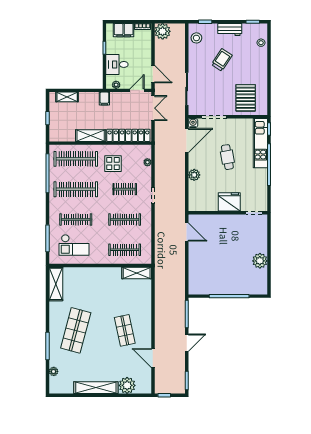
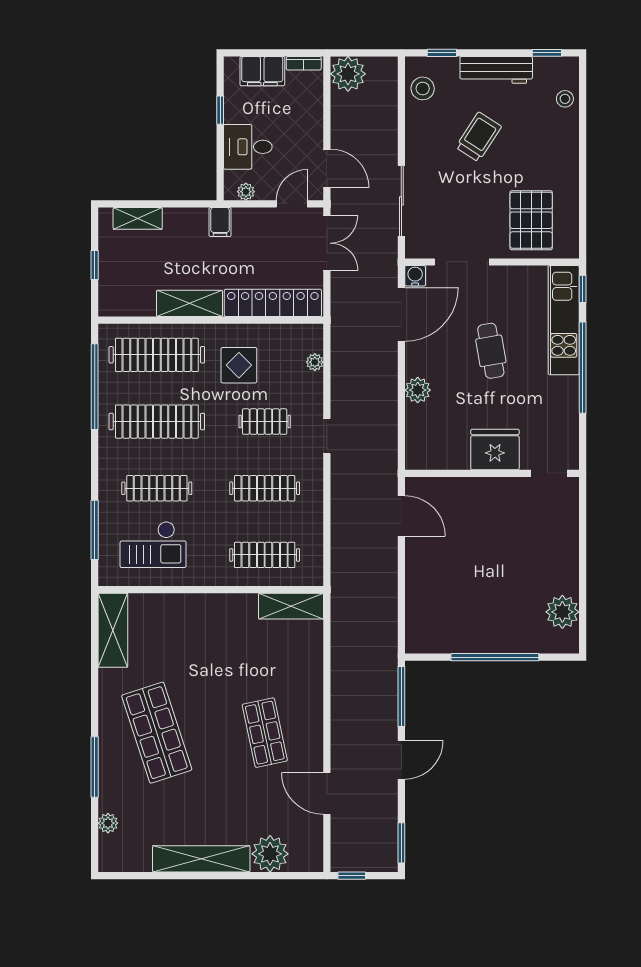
workbench: (230, 30) -> (496, 70), width x1.38
plant: (260, 261) -> (562, 612), moved
shop shelf: (76, 330) -> (157, 733), turned -33

